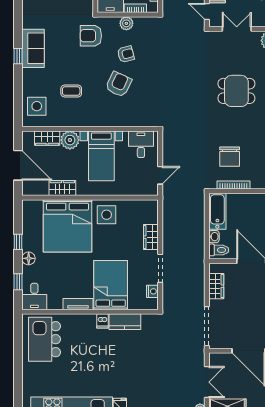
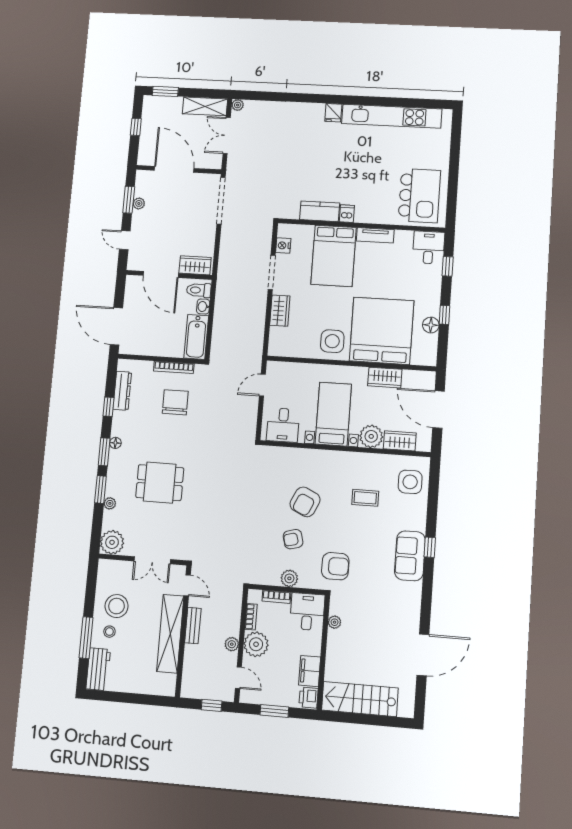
floor lamp: (29, 258) -> (431, 325), moved
wardrobe: (216, 286) -> (195, 265), moved, turned 90

